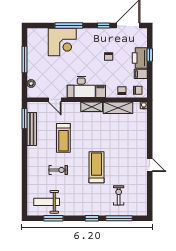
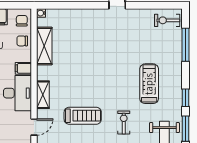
shelving: (92, 107) -> (43, 95), moved
treadmill: (97, 167) -> (149, 84), moved, turned 90
exercise bike: (119, 195) -> (167, 20), moved
window: (92, 218) -> (186, 98), moved

